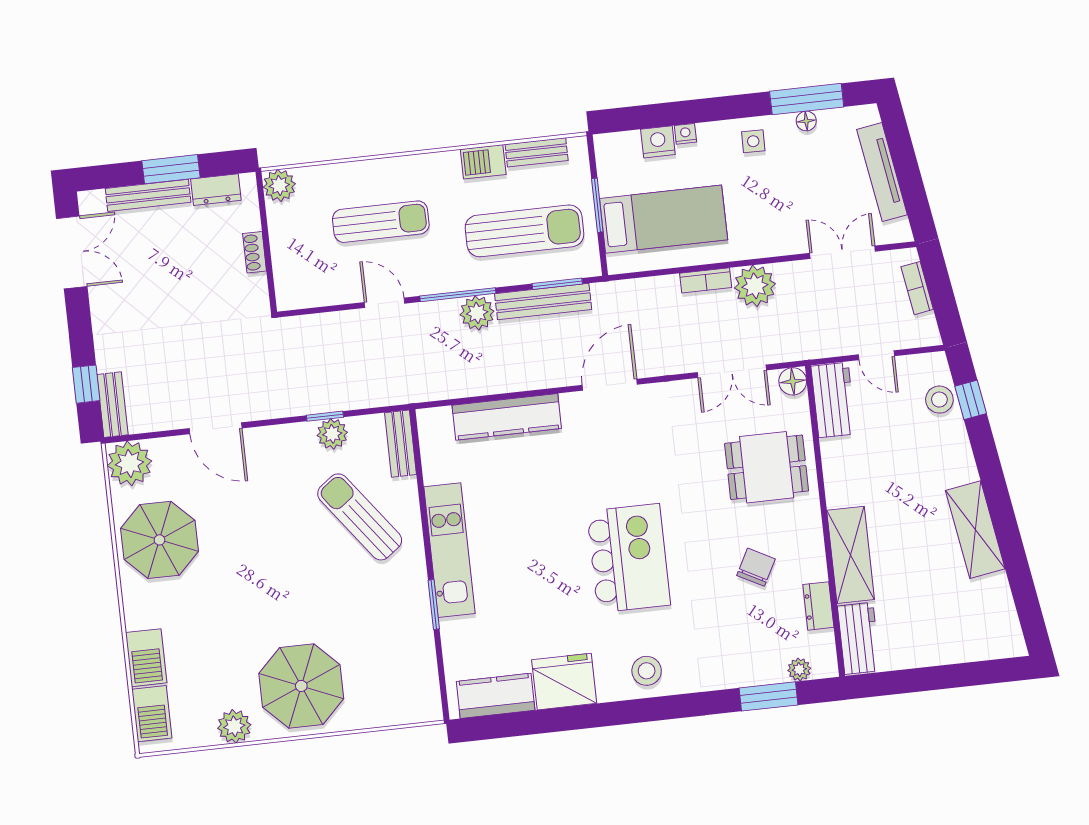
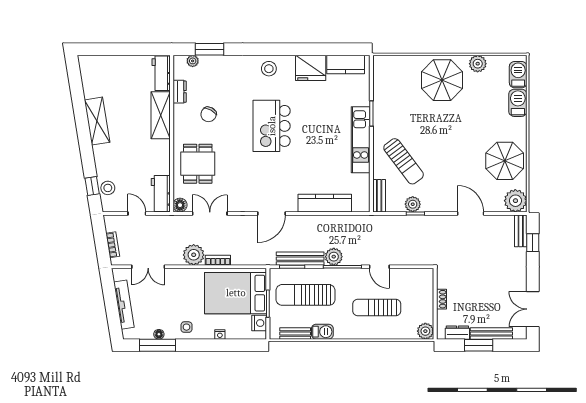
nightstand: (658, 142) -> (259, 323), moved, turned -90
bed: (664, 219) -> (236, 293), width x1.50
dining table: (767, 467) -> (198, 164), turned 90

